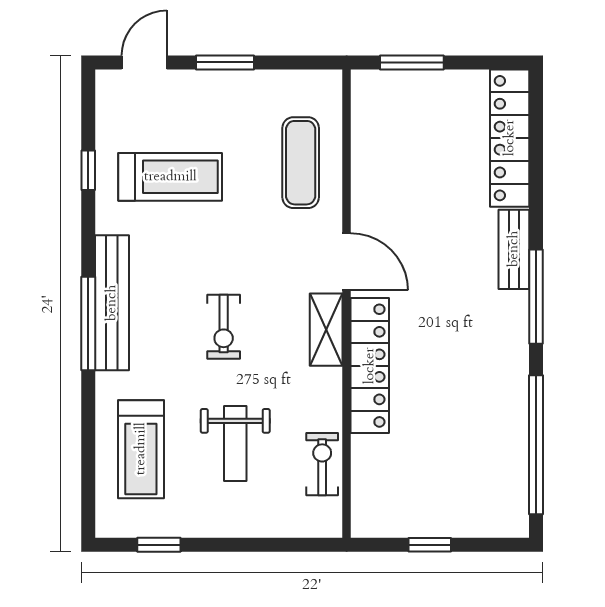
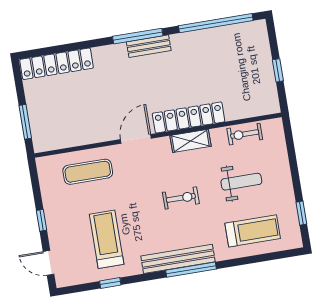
window: (225, 62) -> (41, 220), width x0.67
bench: (514, 249) -> (149, 46), moved
shelving: (326, 330) -> (190, 141), moved

